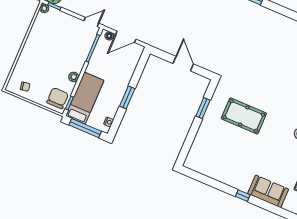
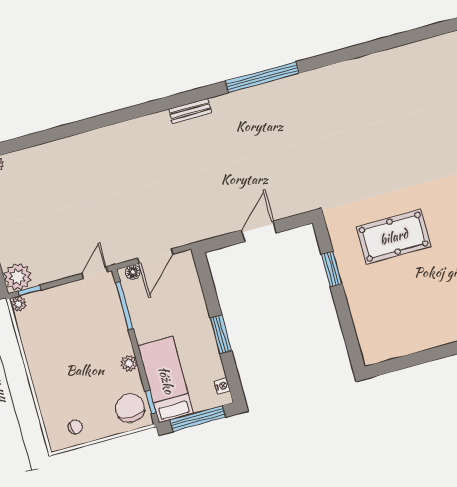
door: (183, 64) -> (259, 231), hinge flipped

